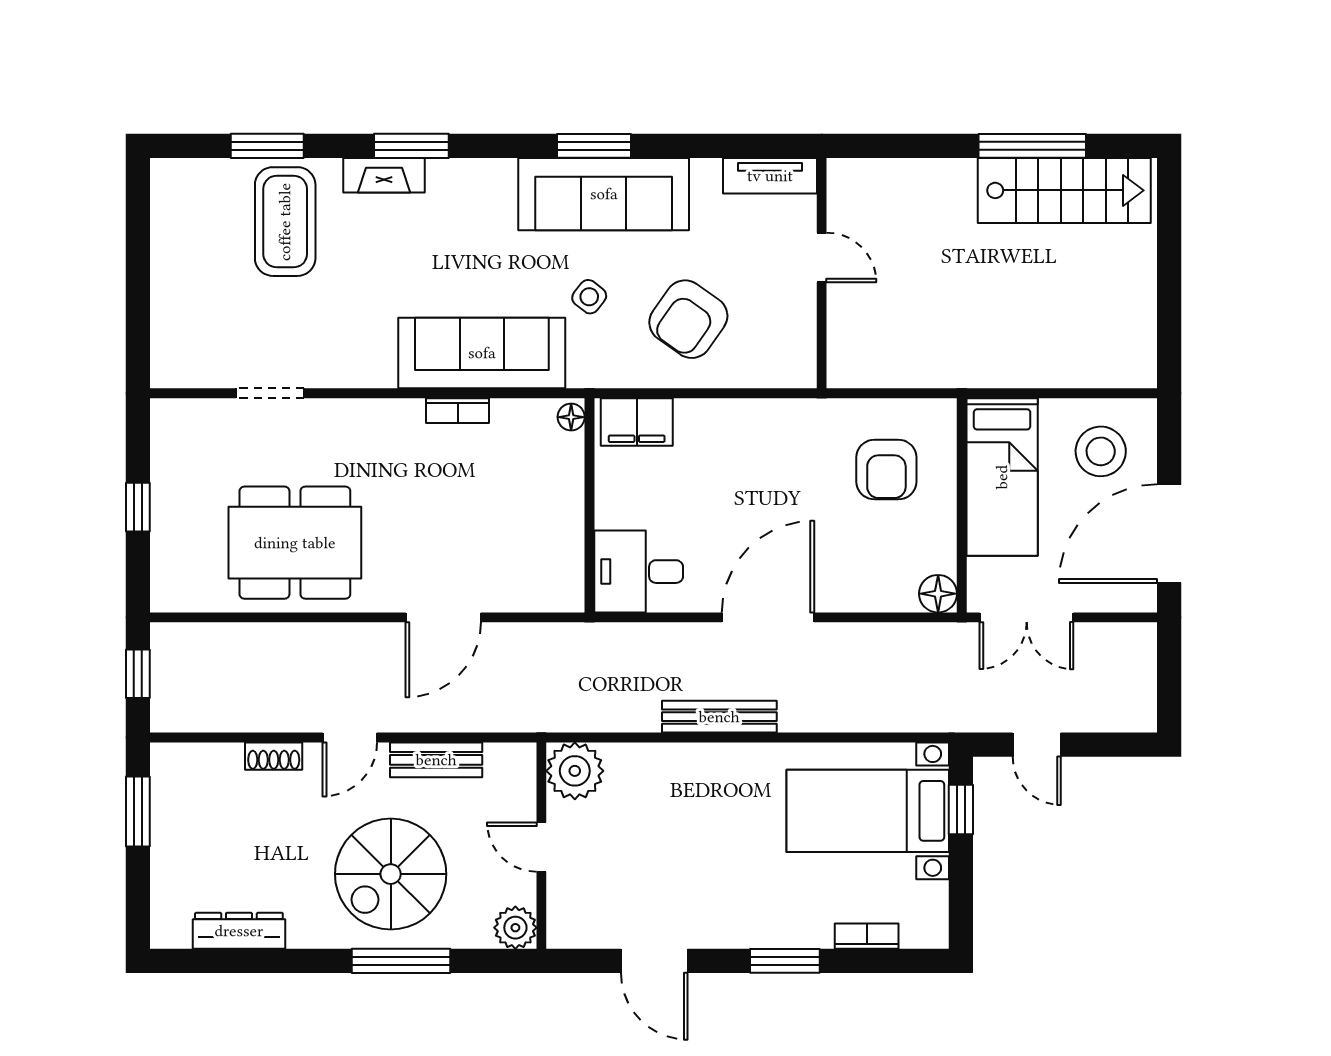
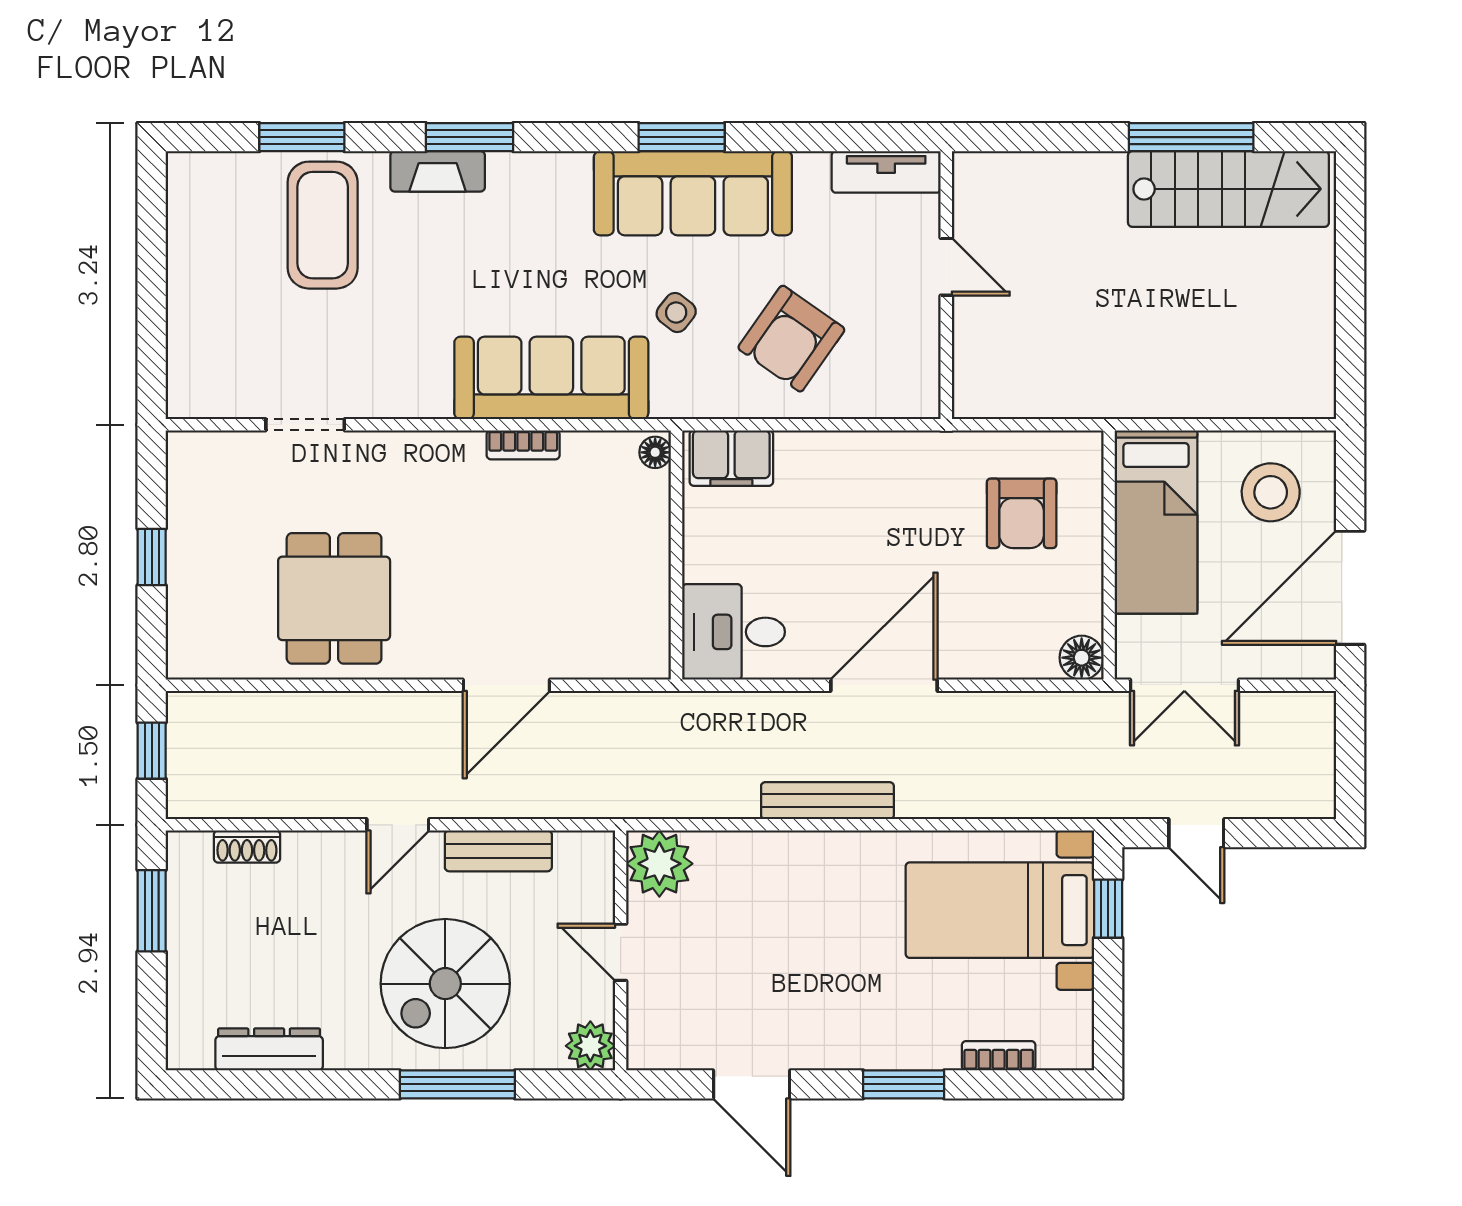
dining table: (295, 543) -> (334, 598), width x0.73
shoe rack: (274, 756) -> (247, 846), moved

